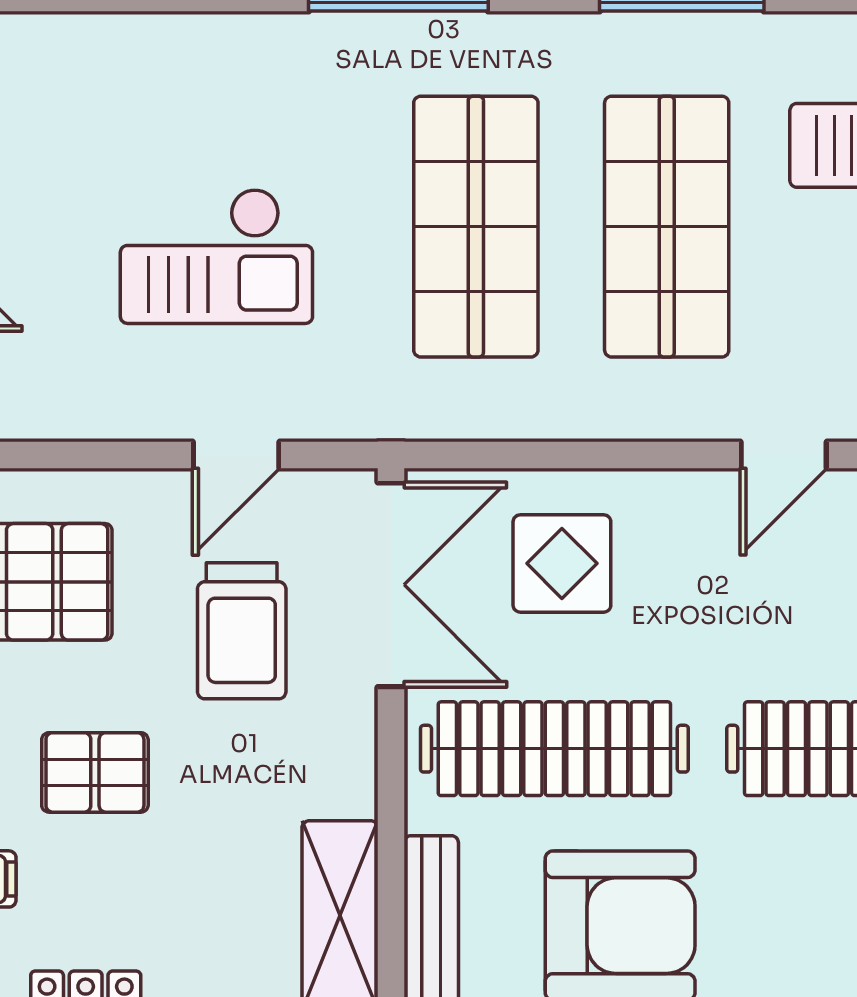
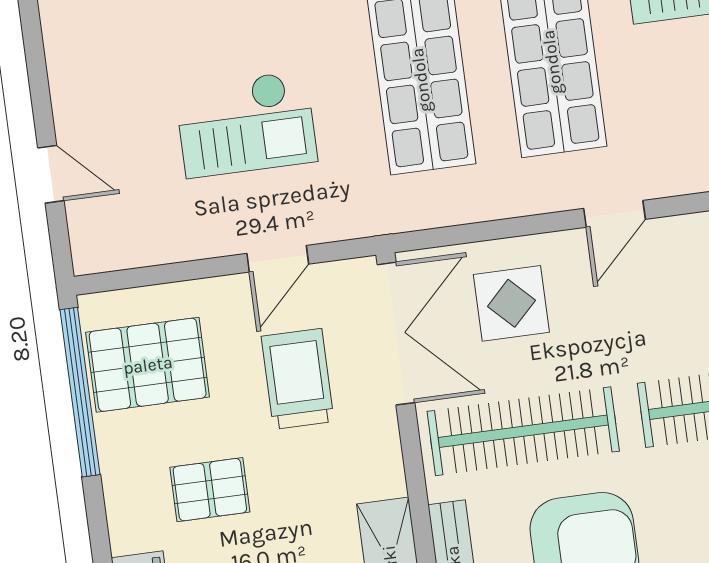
door: (784, 455) -> (614, 214), moved
trolley: (242, 631) -> (298, 379), turned 180

